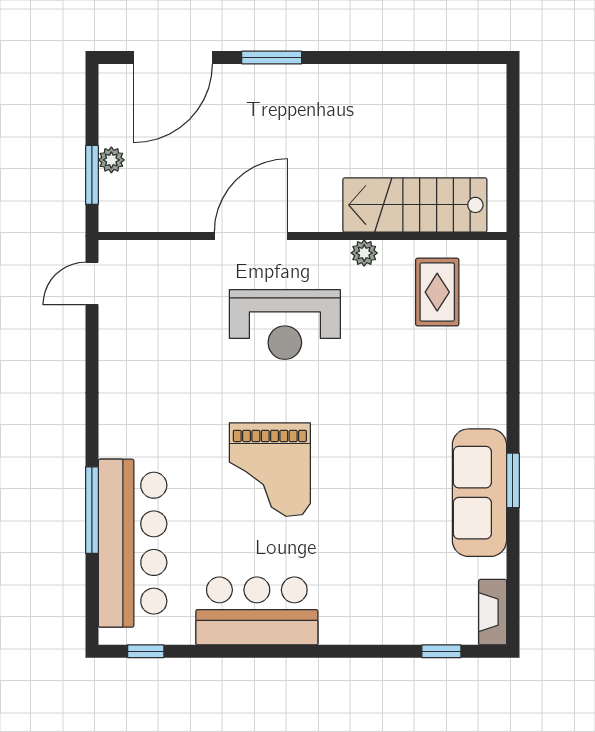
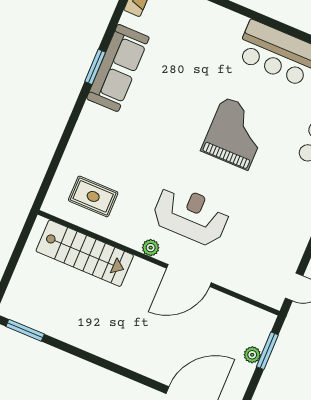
window: (272, 57) -> (25, 330), moved
plant: (364, 253) -> (151, 248), moved
rug: (437, 292) -> (93, 196), turned 90

